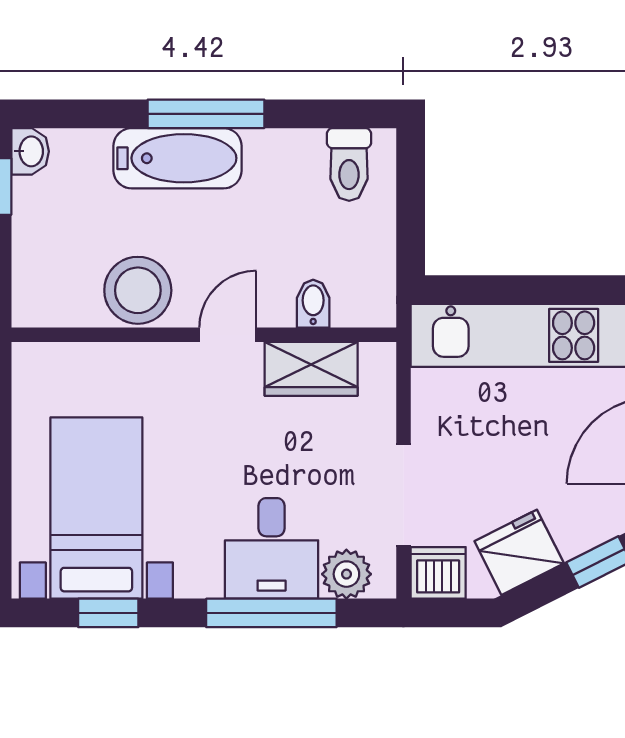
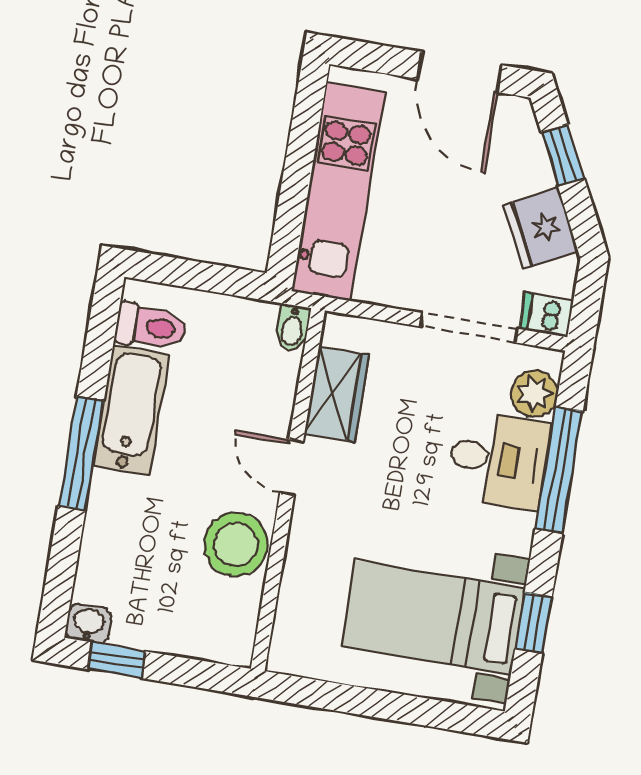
bathtub: (178, 158) -> (131, 410), moved
bidet: (313, 304) -> (292, 328), moved, turned -90
dishwasher: (438, 573) -> (546, 314), width x0.73

